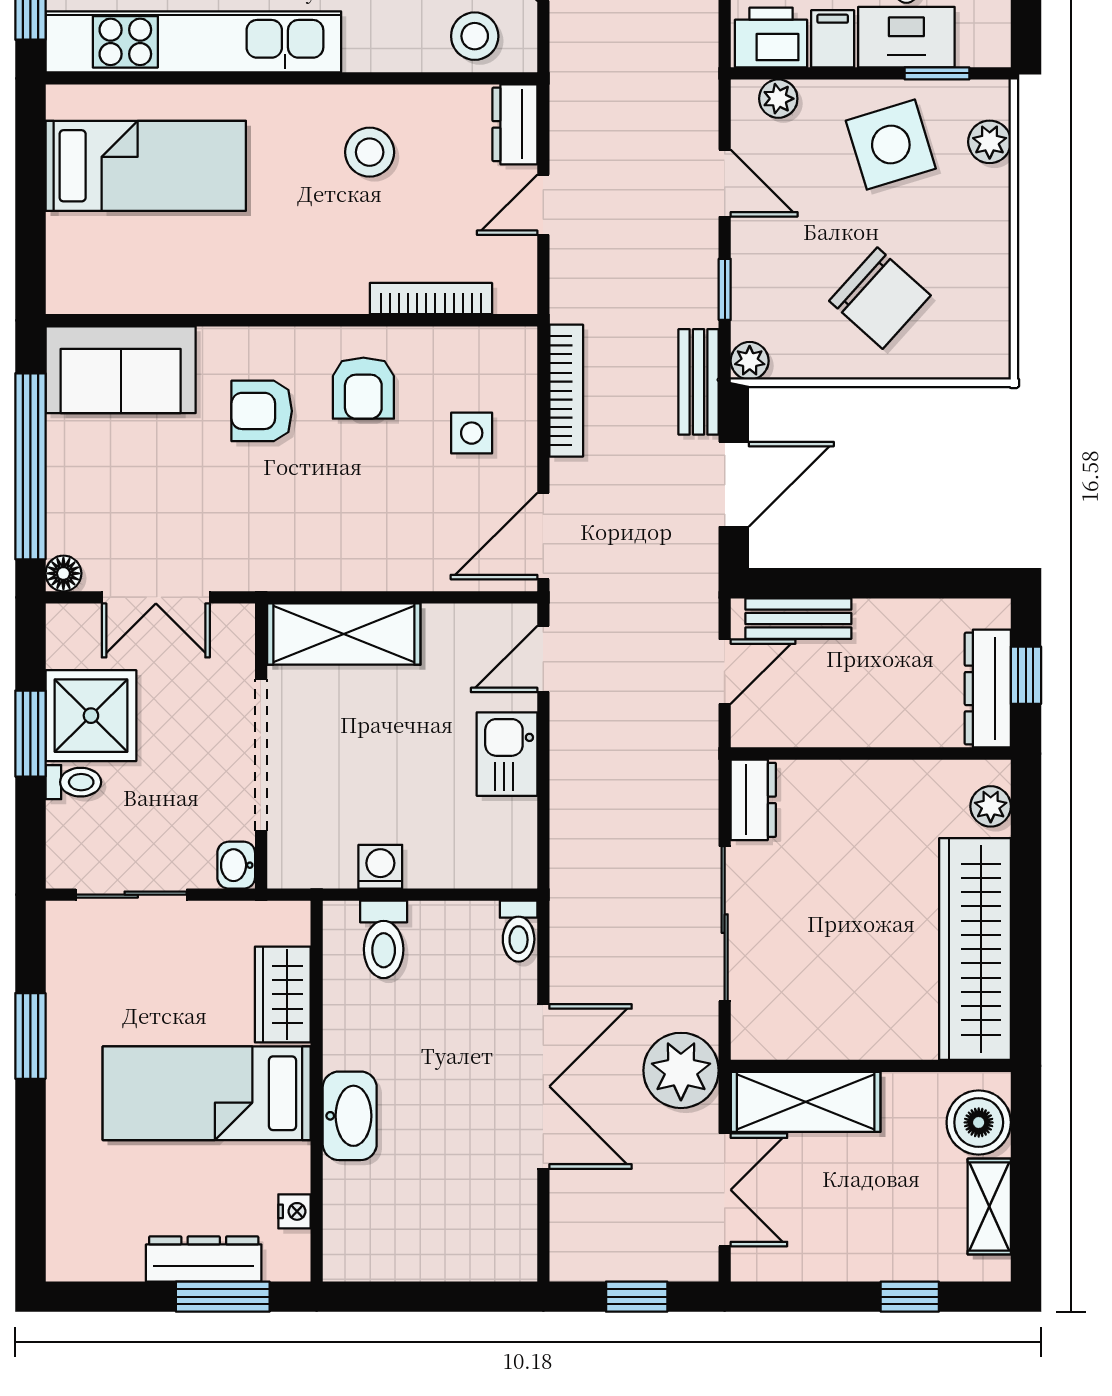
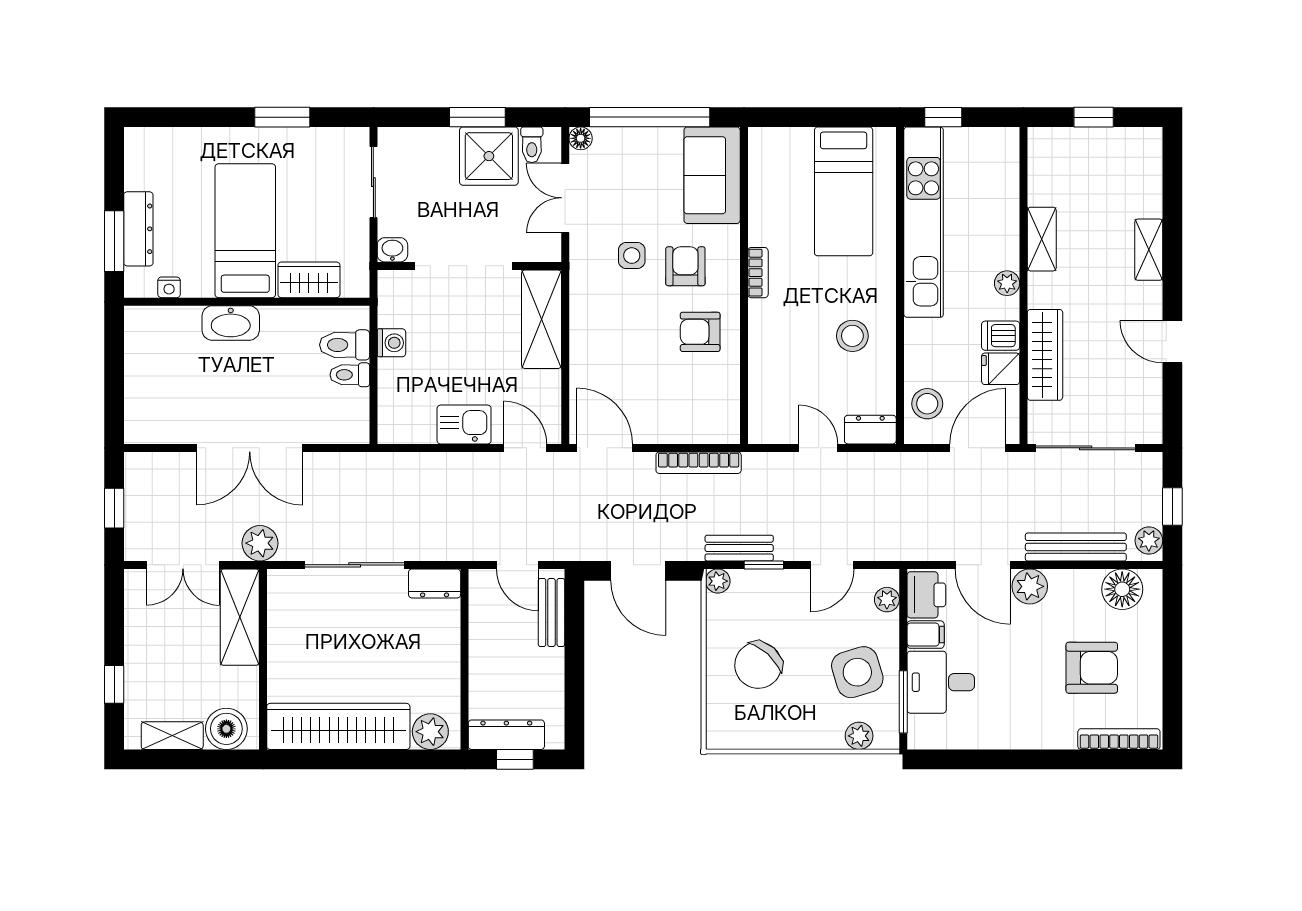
window: (937, 73) -> (903, 702), width x1.50
bookcase: (431, 299) -> (758, 273), moved, width x0.64
bench: (699, 382) -> (739, 548), moved
side table: (472, 433) -> (632, 256), moved
toilet: (73, 782) -> (532, 145), moved
plant: (991, 806) -> (430, 732), width x1.38, depth x1.38
toilet: (519, 931) -> (350, 375), moved
plant: (681, 1070) -> (260, 543), width x0.73, depth x0.73

